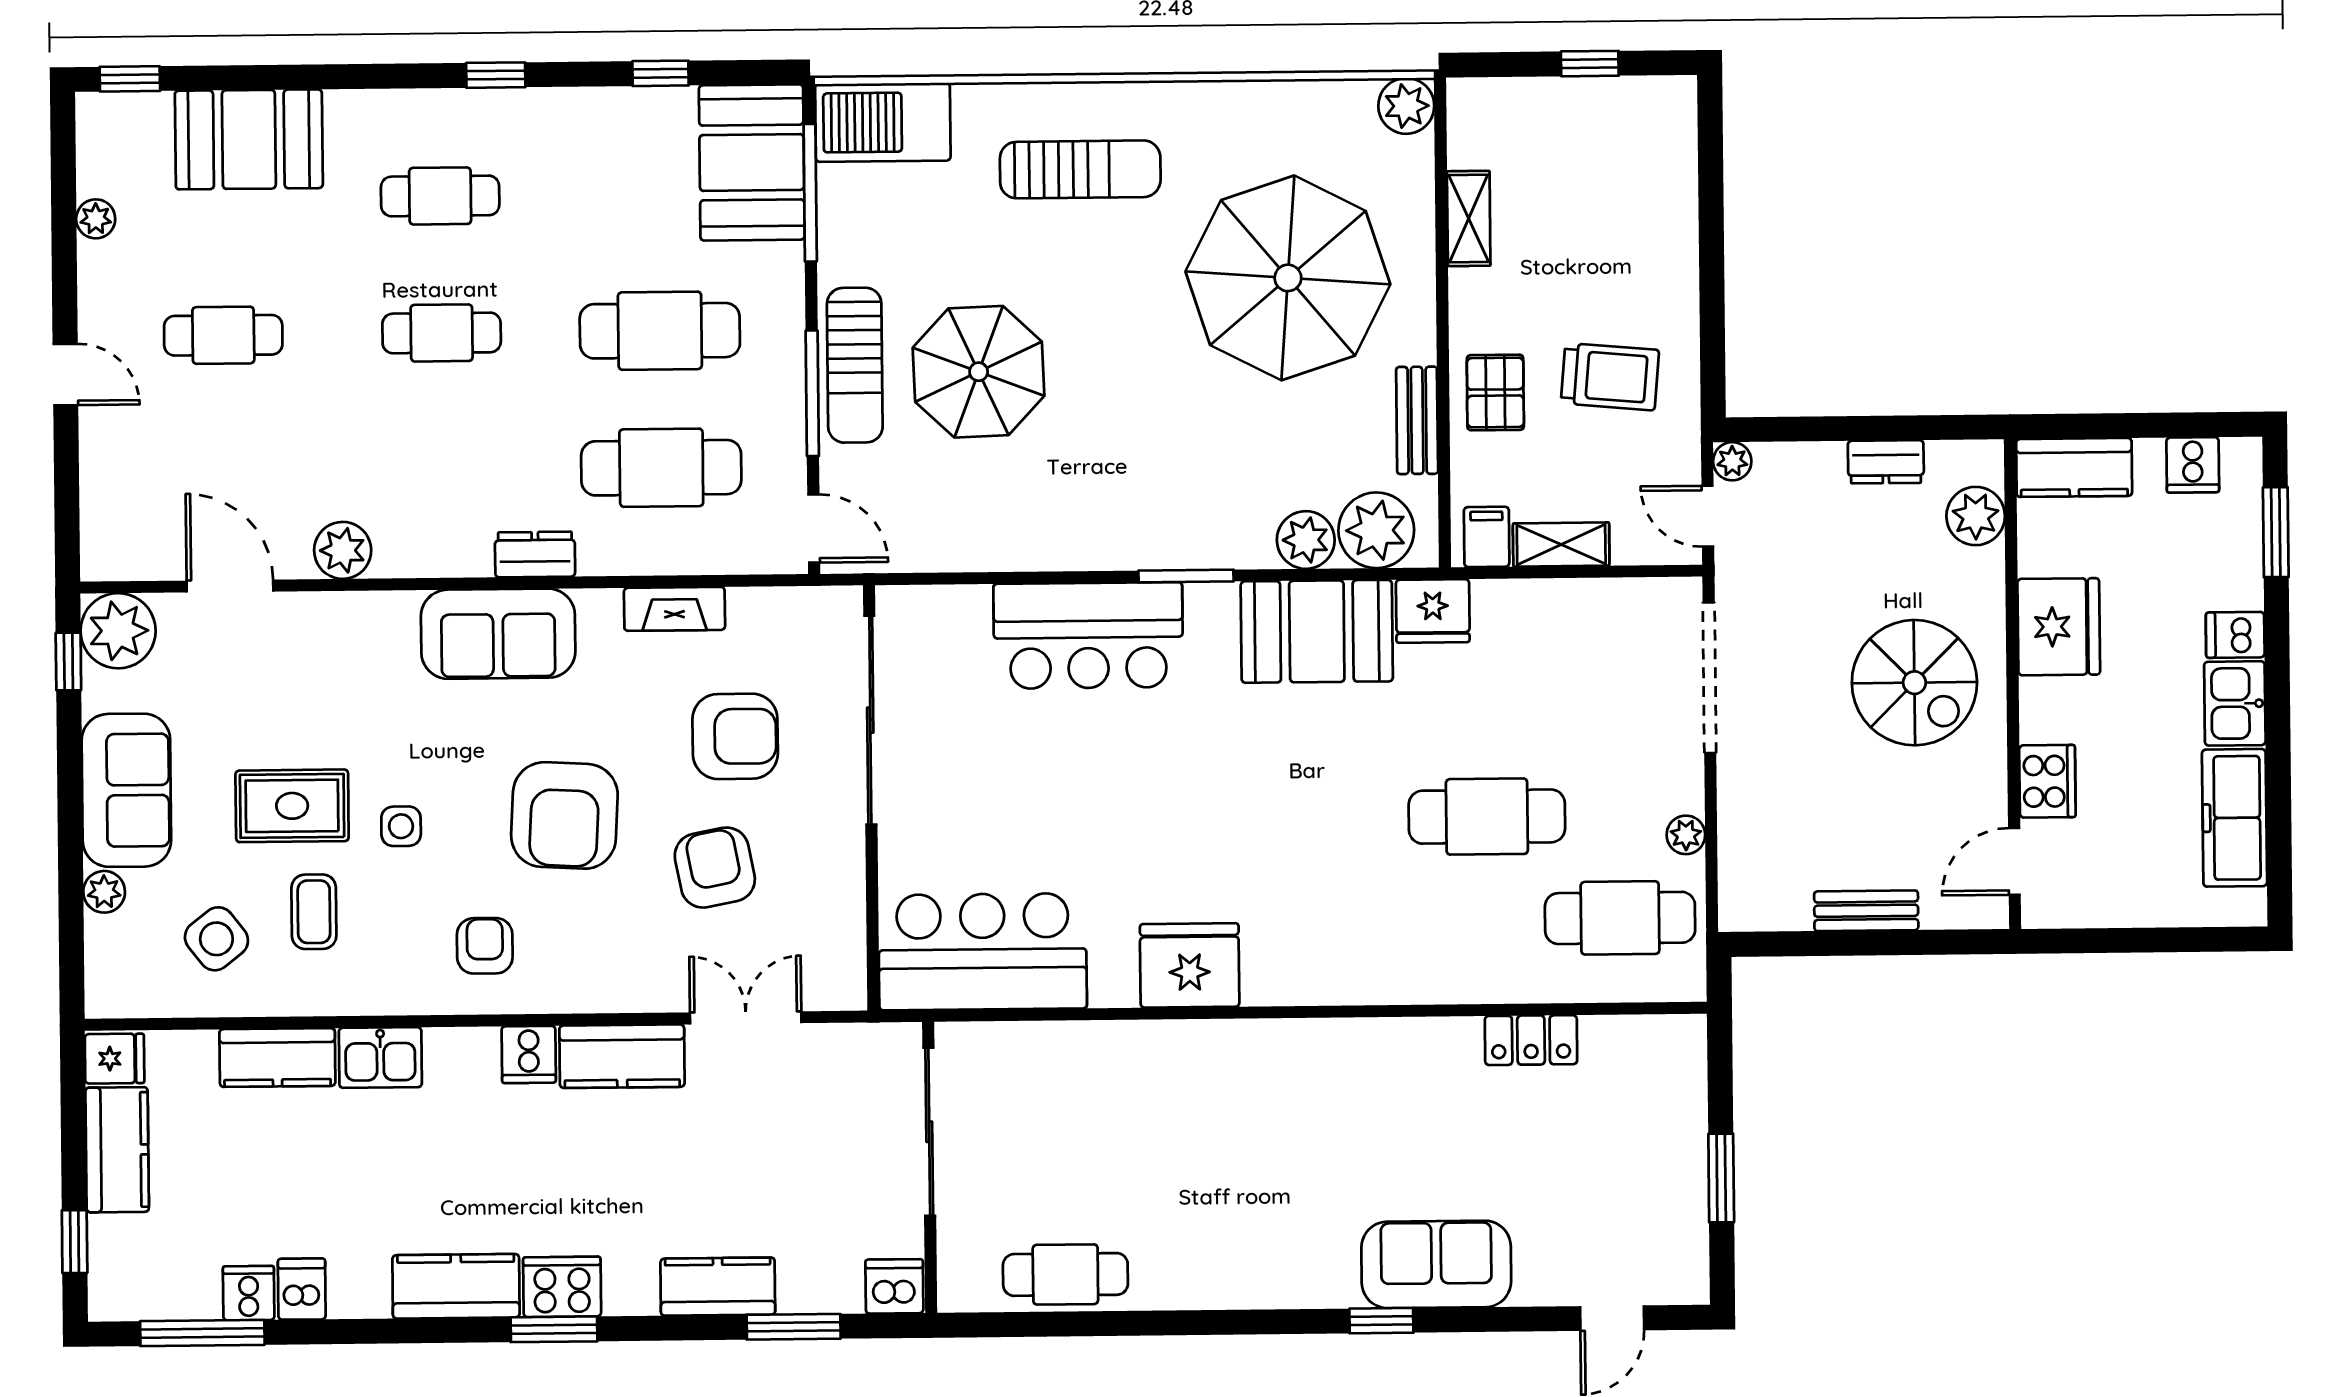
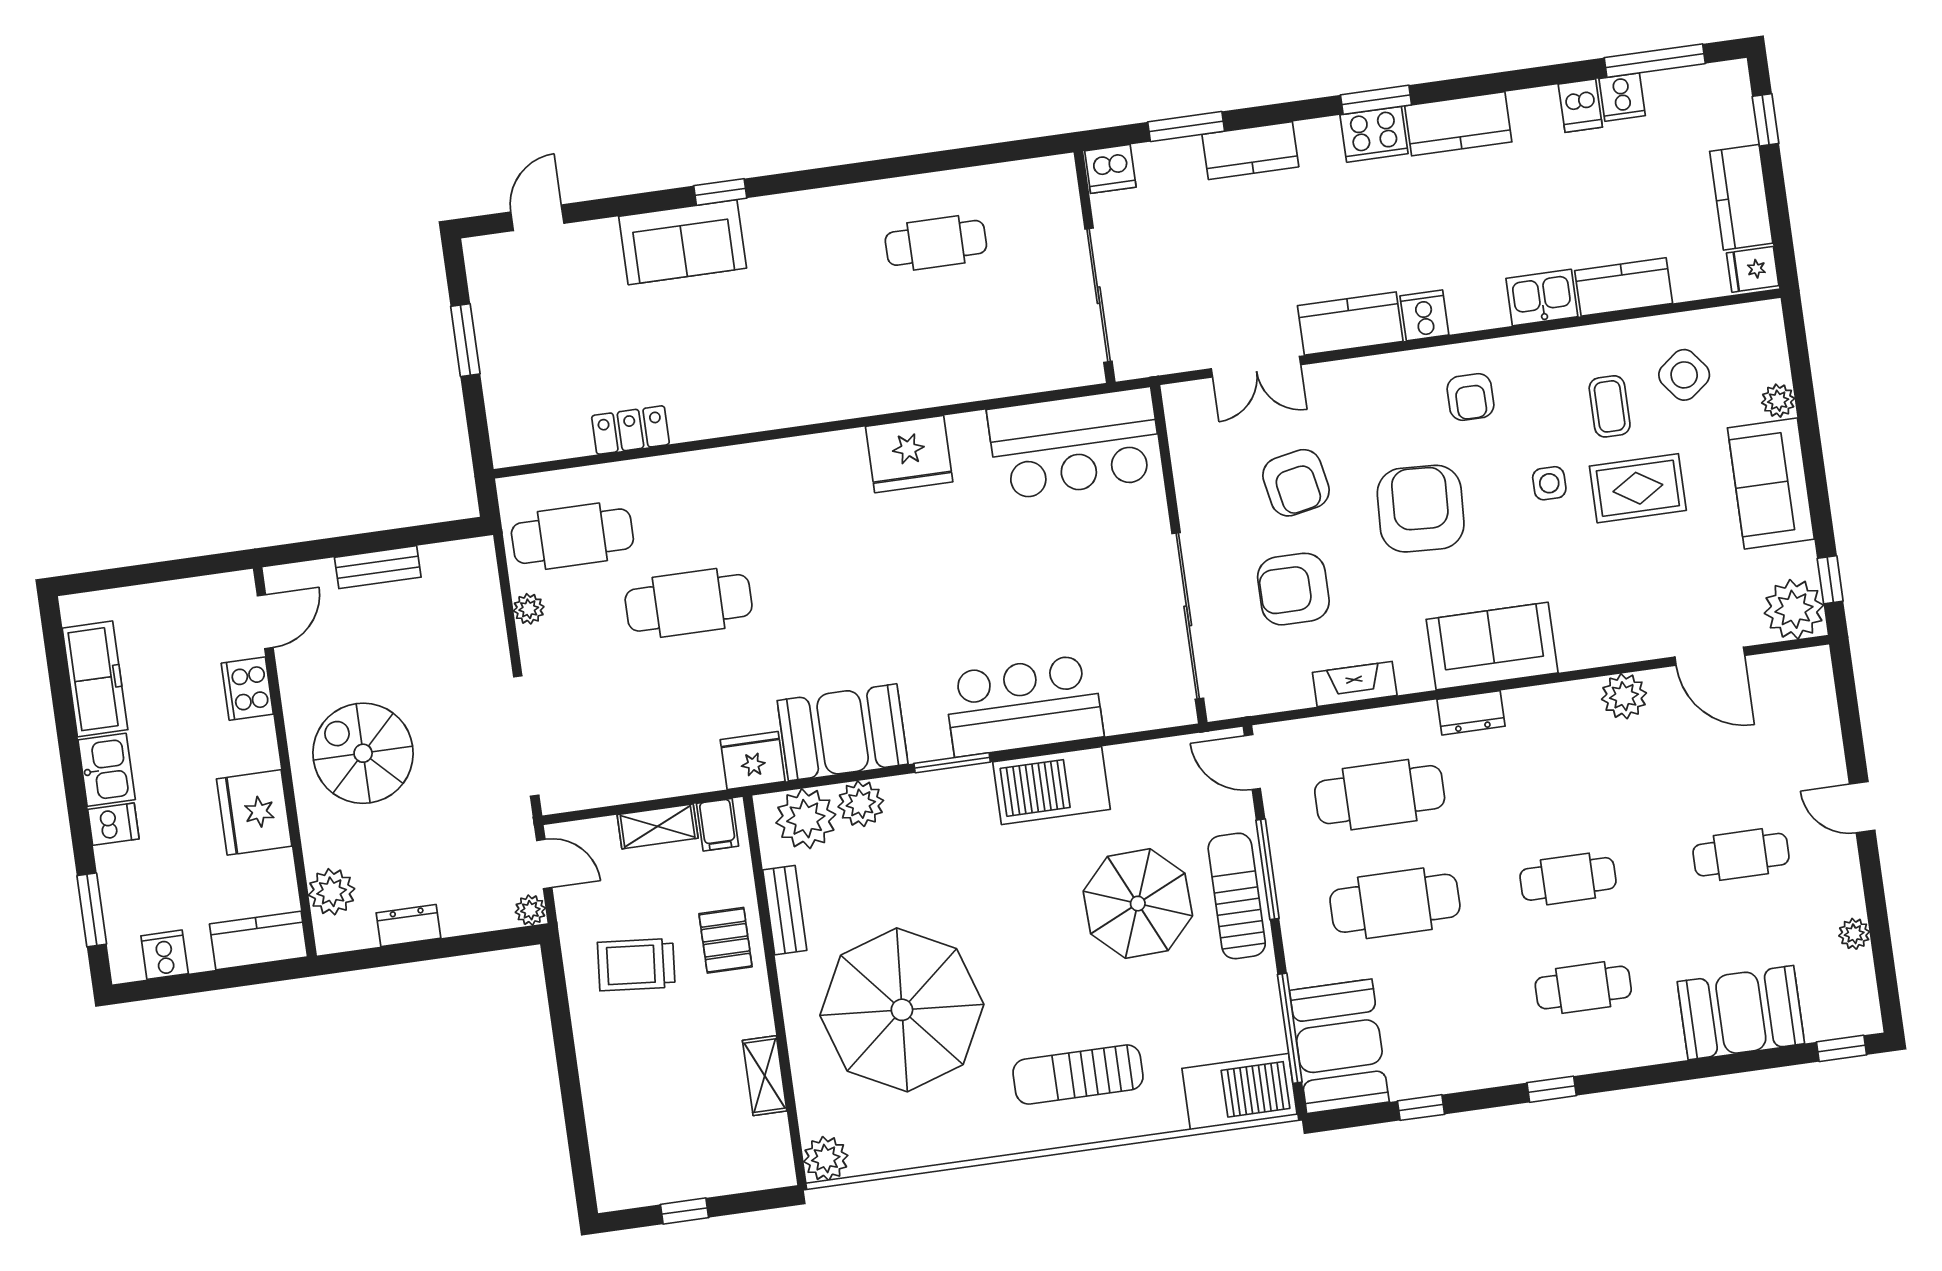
barbecue: (1067, 532) -> (1051, 786), added
cafe table: (1065, 1274) -> (936, 243), moved

